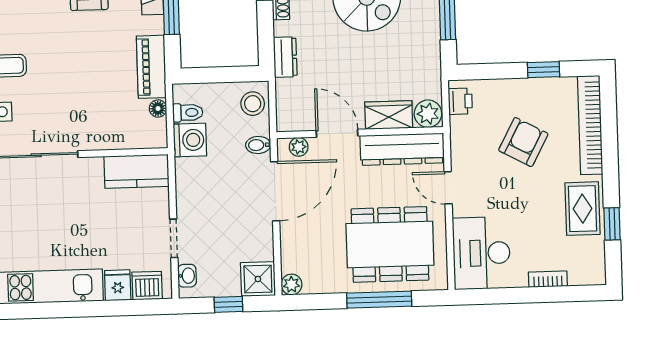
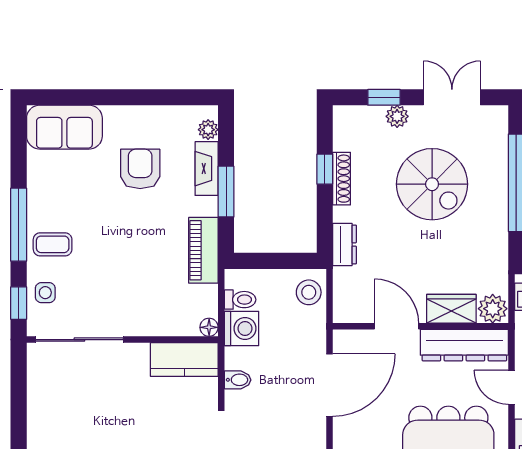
floor lamp: (158, 109) -> (209, 327), moved
bidet: (258, 145) -> (238, 380), moved, turned 180
plant: (299, 147) -> (356, 339), removed

